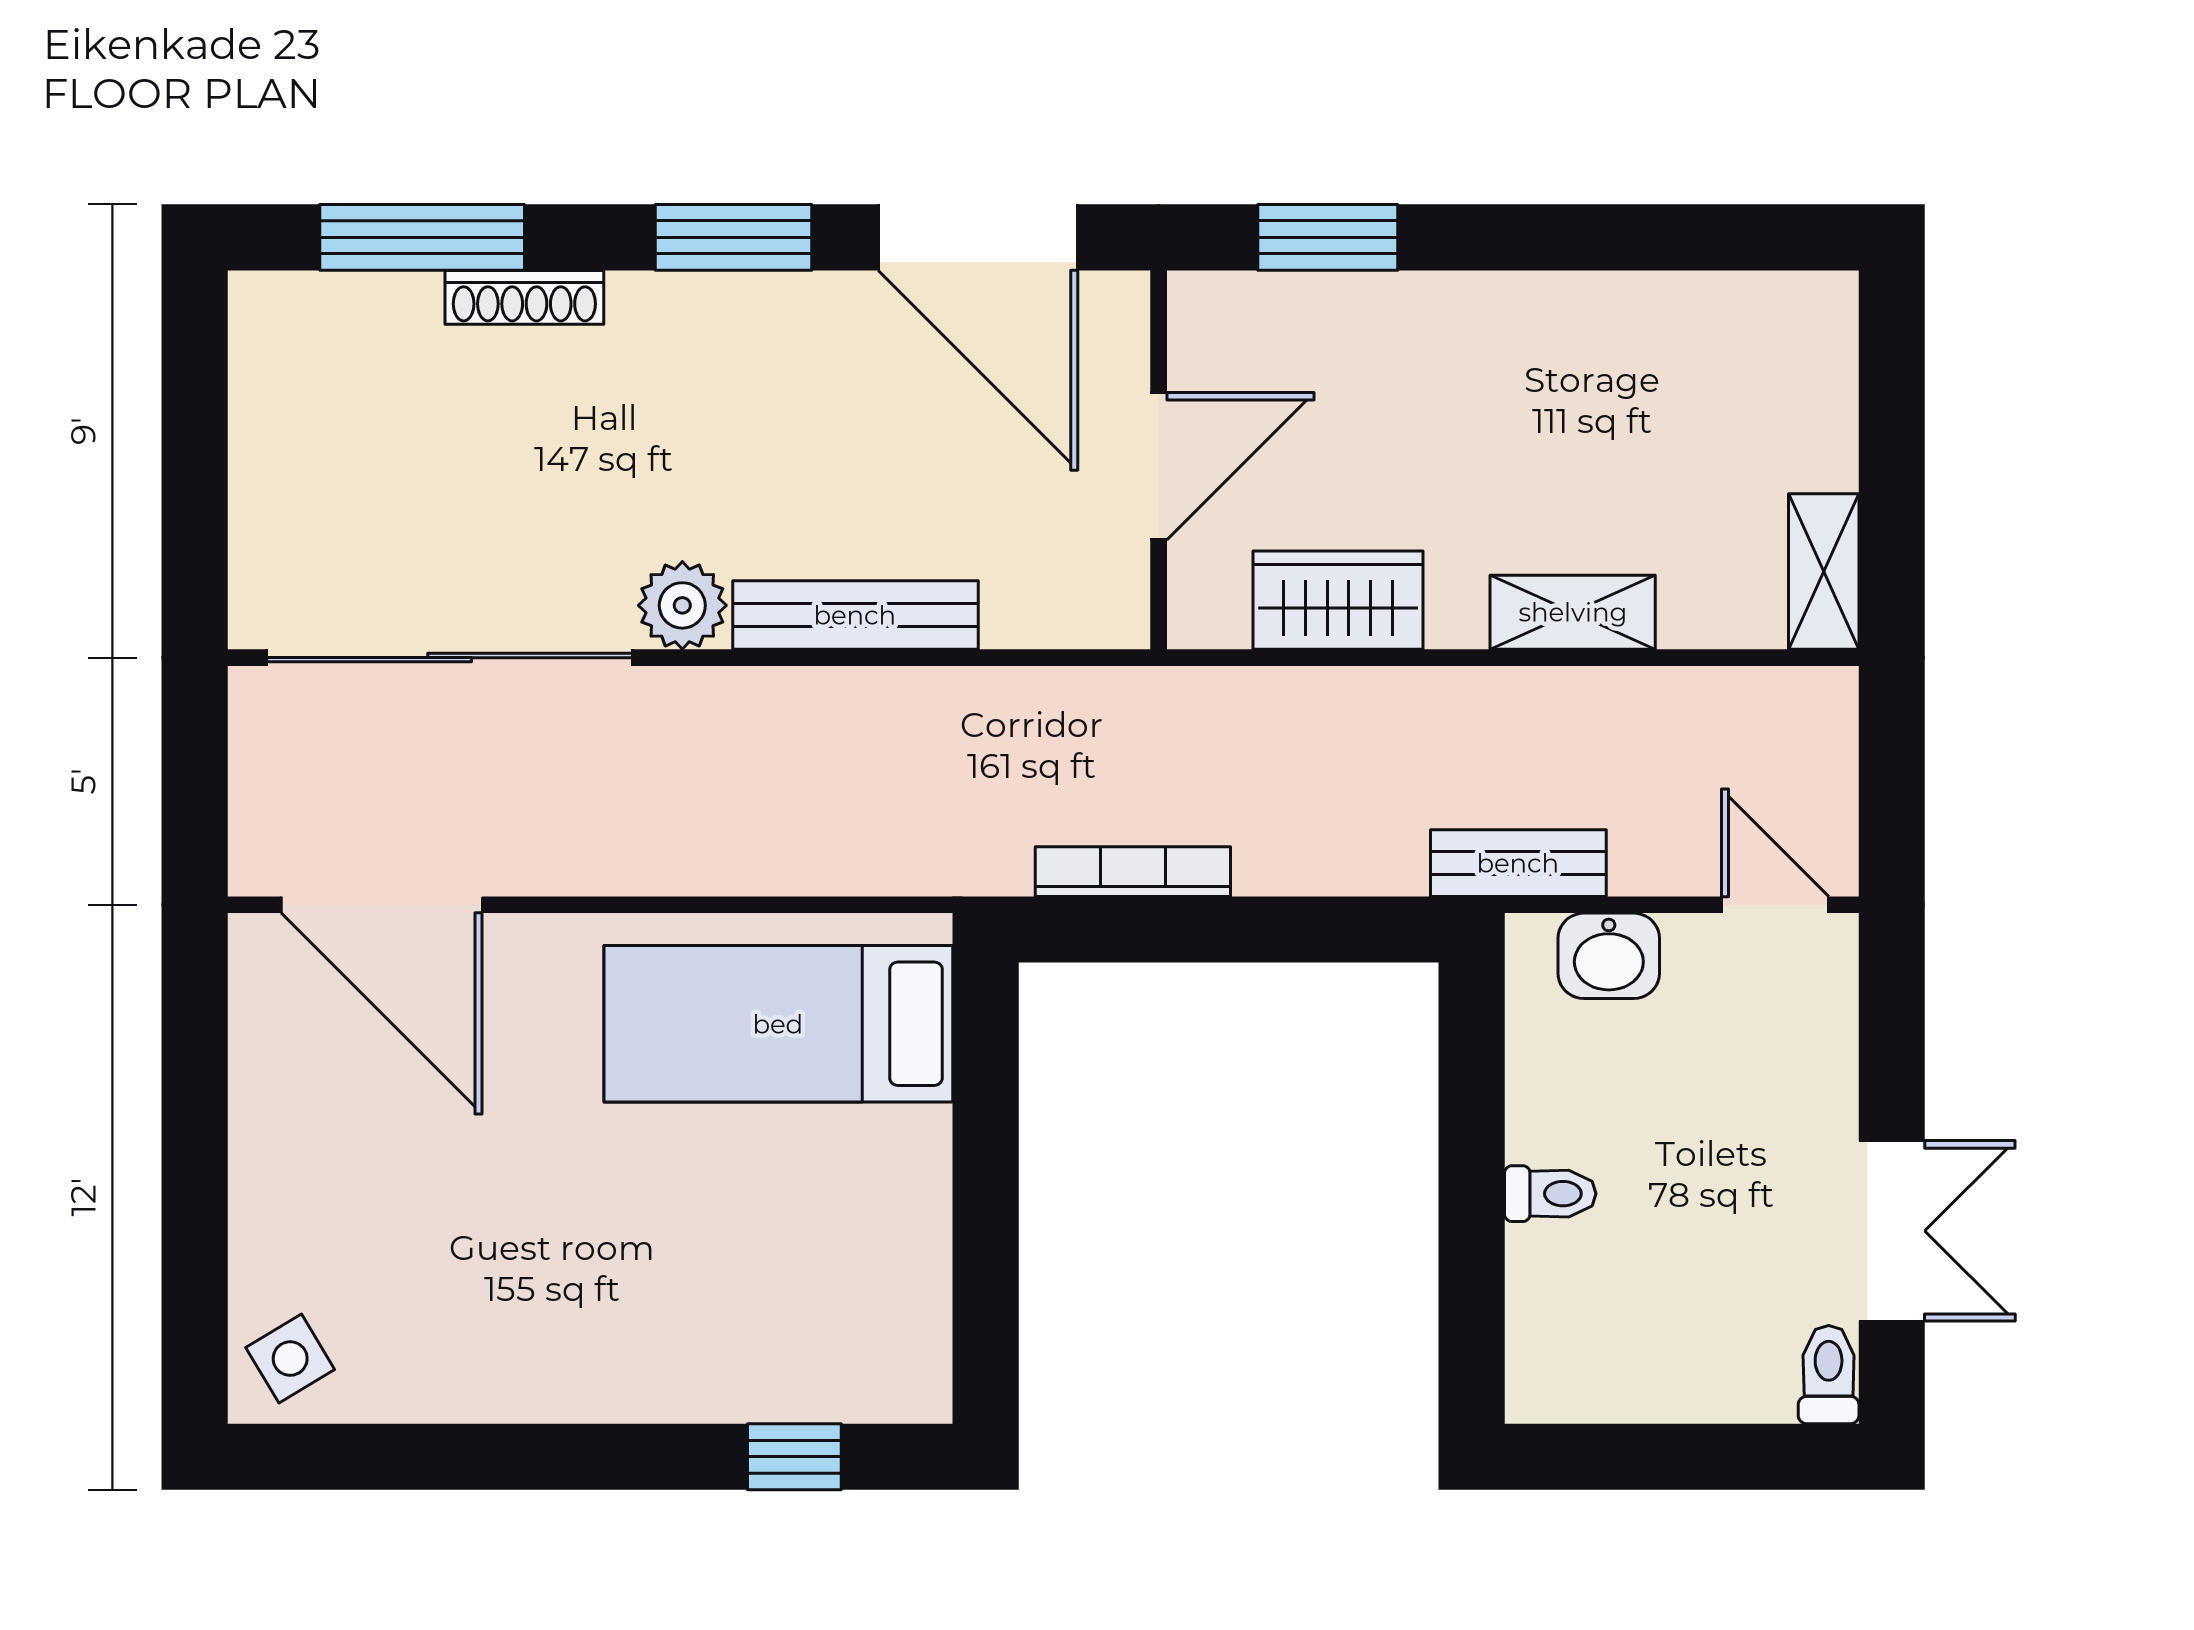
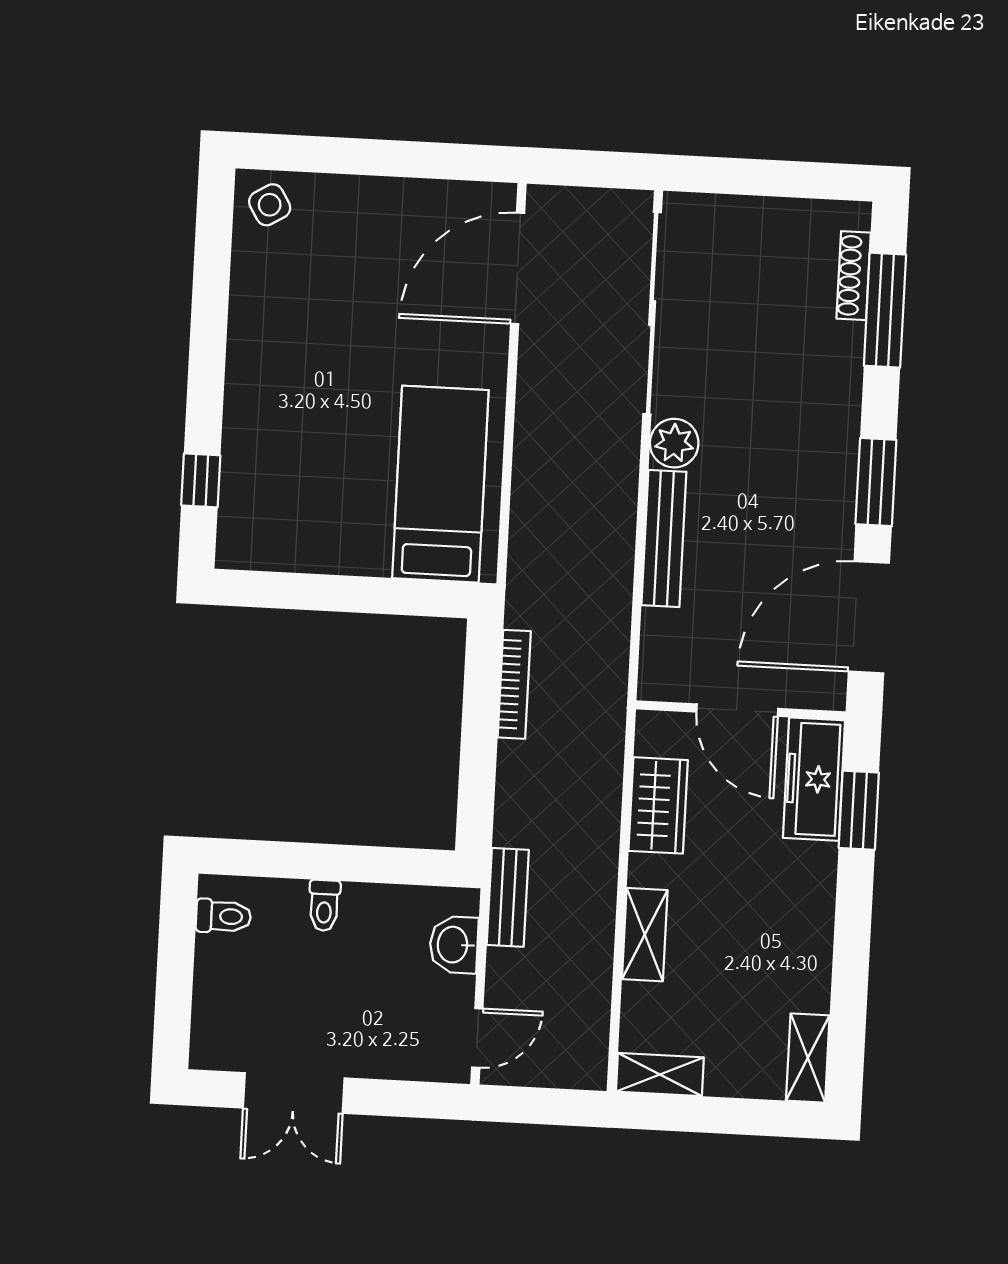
shoe rack: (524, 297) -> (854, 276), moved
shelving: (1780, 306) -> (808, 1058), added
freezer: (1276, 321) -> (814, 779), added
toilet: (1829, 1375) -> (223, 916), moved

